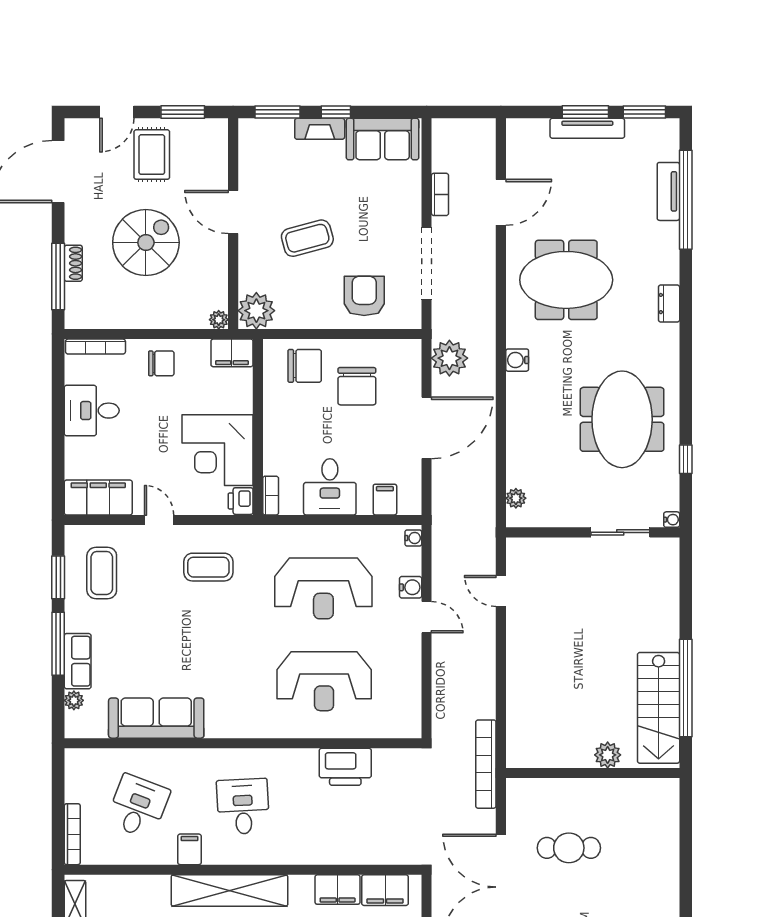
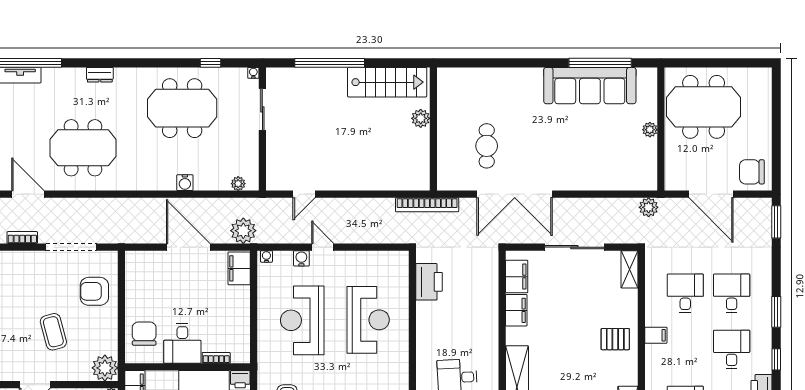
meeting table: (566, 280) -> (83, 148), turned 90
plant: (449, 358) -> (243, 231), moved
water cooler: (517, 360) -> (185, 183), moved
chair: (357, 386) -> (159, 297), removed
desk: (330, 487) -> (182, 343), moved, turned 90
bookcase: (271, 496) -> (216, 358), moved
filing cabinet: (385, 500) -> (239, 268), width x2.00
reception desk: (323, 588) -> (302, 320), turned 180
door: (427, 617) -> (323, 247), hinge flipped
window: (686, 688) -> (330, 63), moved
printer: (345, 767) -> (429, 282), moved

